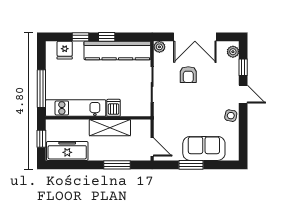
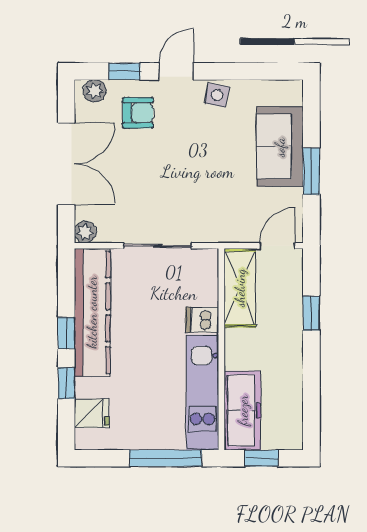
armchair: (188, 75) -> (138, 113), moved
shelving: (110, 128) -> (240, 288), moved
freezer: (67, 151) -> (243, 410), moved, turned 180
window: (117, 165) -> (311, 313), width x0.67

